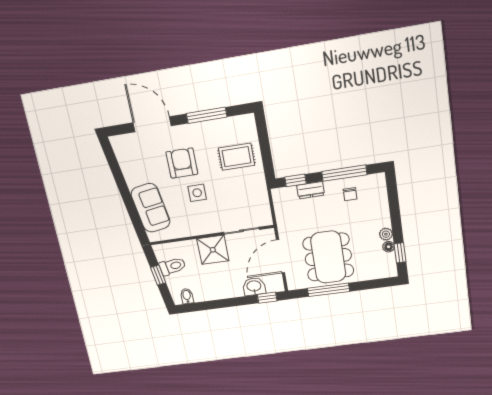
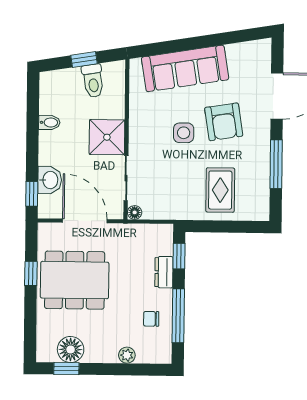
armchair: (182, 163) -> (224, 122), turned 81
sofa: (151, 208) -> (185, 68), width x1.36
floor lamp: (267, 220) -> (135, 212), added
plant: (386, 234) -> (127, 355), moved
floor lamp: (389, 247) -> (71, 350), width x1.89, depth x1.89
window: (329, 290) -> (31, 274), width x0.46
bidet: (187, 296) -> (49, 122), moved

